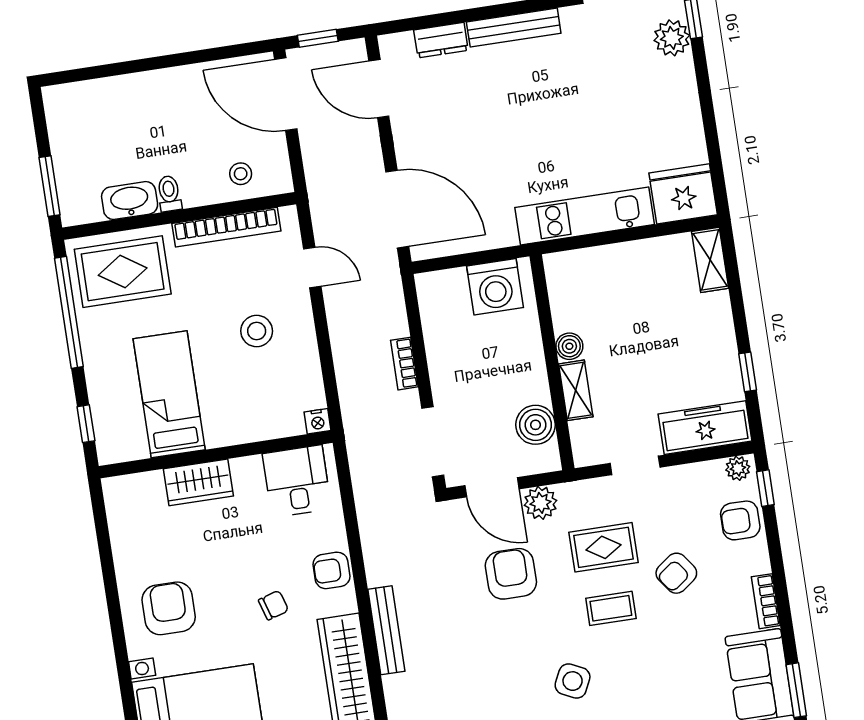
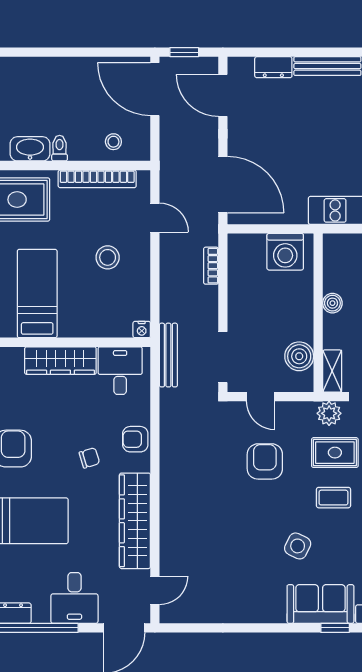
bookcase: (404, 364) -> (211, 266), moved
shelving: (576, 390) -> (332, 371), moved
wardrobe: (198, 482) -> (60, 361), width x1.50
door: (492, 487) -> (261, 397), width x0.73
plant: (541, 503) -> (329, 413), moved
bench: (386, 630) -> (168, 355), moved

